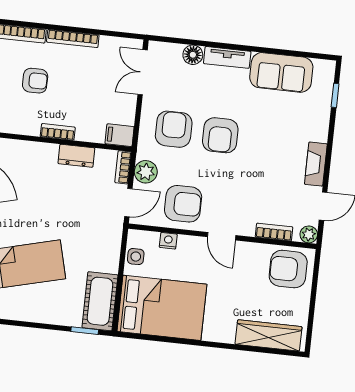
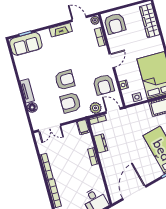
sofa: (281, 72) -> (26, 44), moved, turned 90
armchair: (35, 81) -> (73, 176), removed
armchair: (183, 204) -> (104, 85), turned 180

